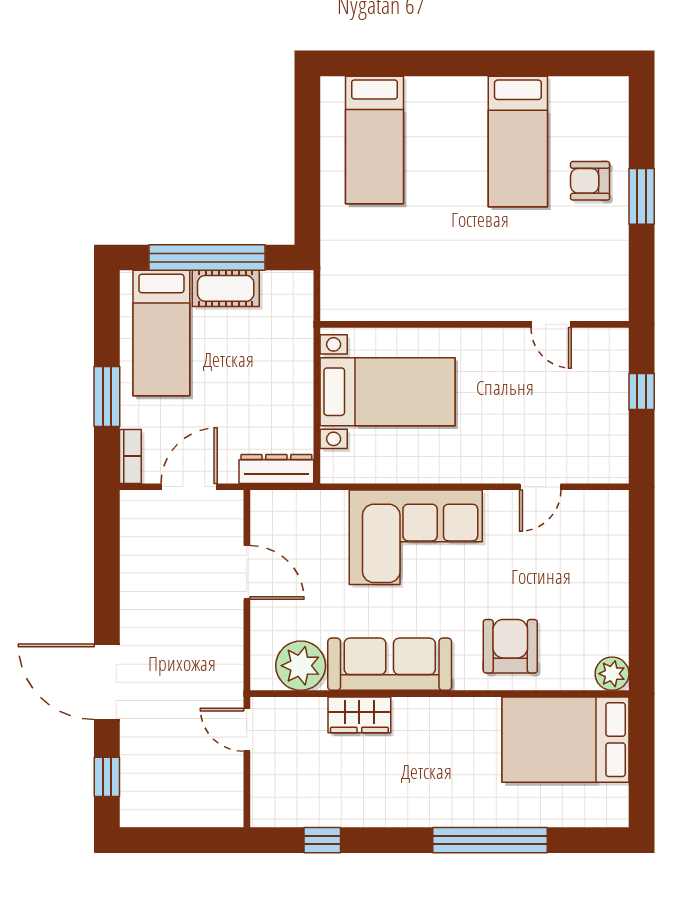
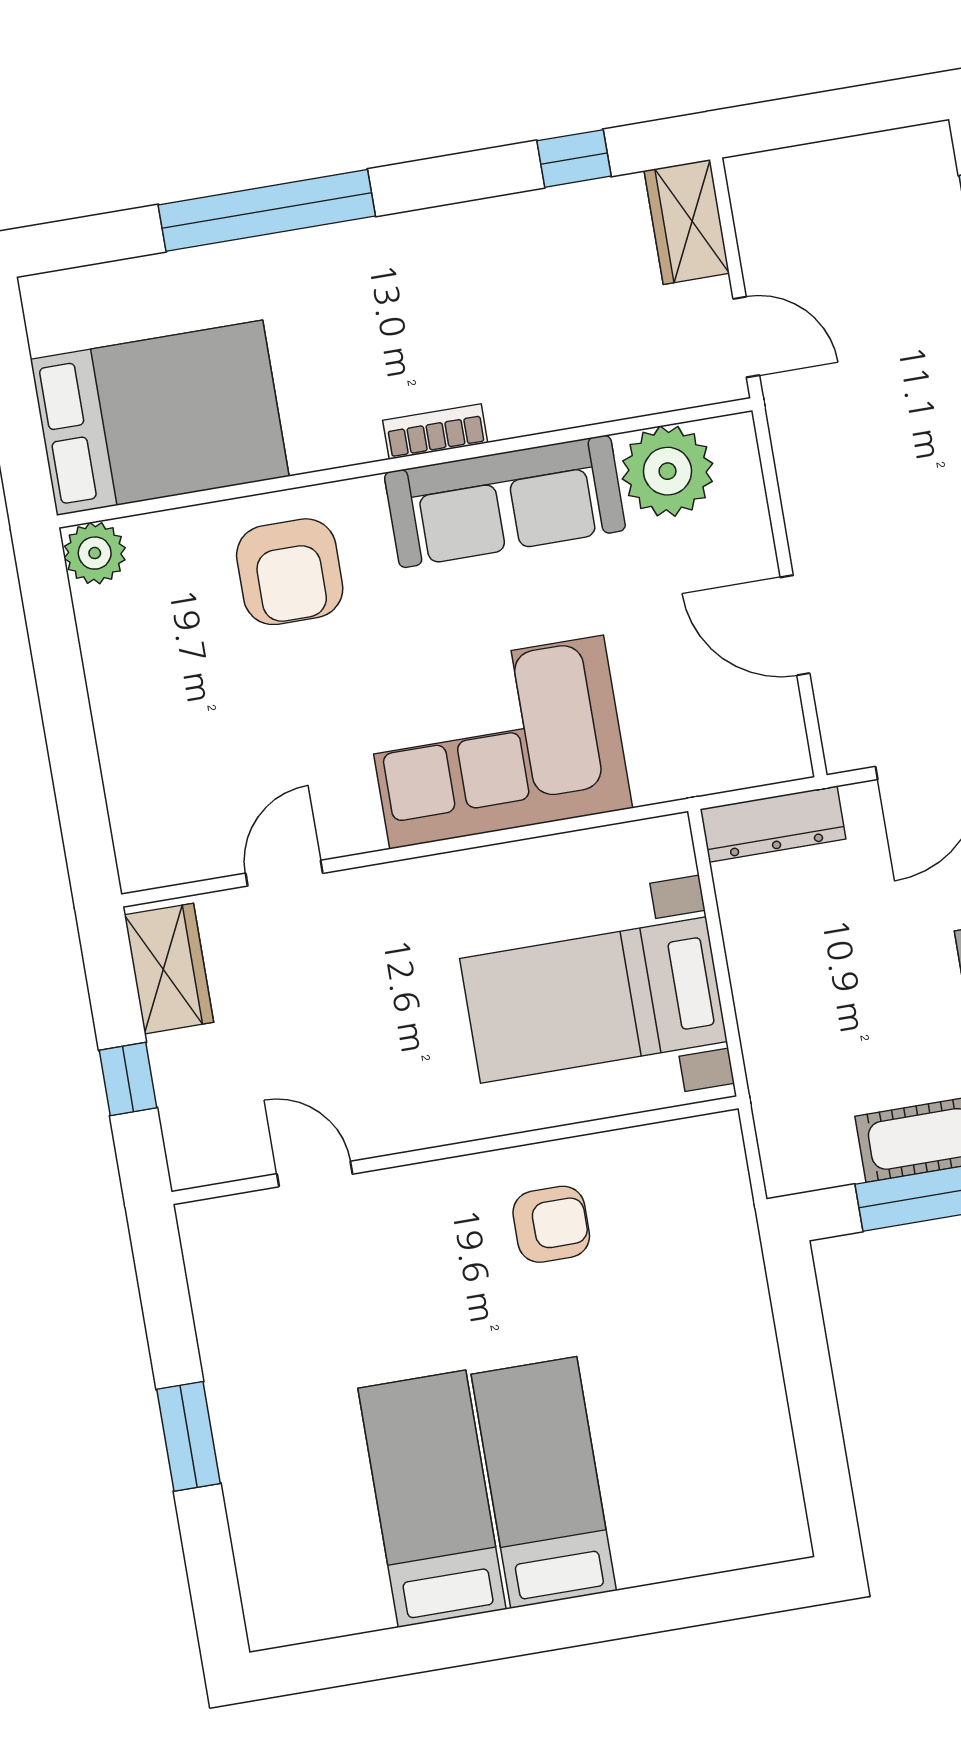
bed: (374, 140) -> (544, 1482), moved
armchair: (590, 181) -> (551, 1224), moved
wardrobe: (610, 446) -> (169, 969), added
bookcase: (420, 708) -> (435, 432), added
wardrobe: (359, 715) -> (687, 222), moved, turned -90

